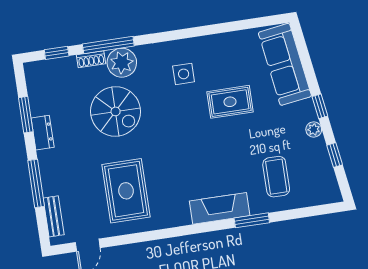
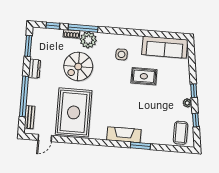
sofa: (285, 64) -> (165, 47), moved, turned -82
spiral stairs: (116, 111) -> (78, 66), turned 90
window: (26, 115) -> (28, 46), moved
coffee table: (276, 177) -> (181, 133), moved
window: (36, 183) -> (24, 96), width x1.46
rug: (126, 191) -> (74, 112), width x1.37, depth x1.44

